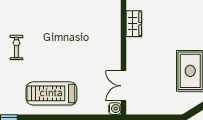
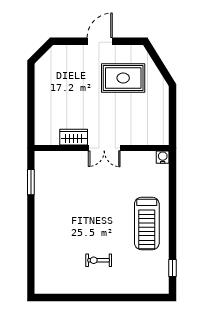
double door: (123, 86) -> (104, 148), moved

